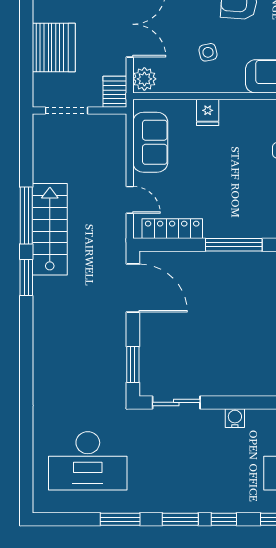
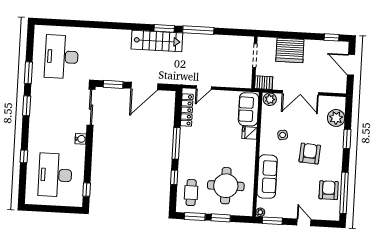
sofa: (150, 142) -> (249, 109), moved, turned 90
stairs: (50, 229) -> (157, 41), moved
door: (133, 288) -> (144, 86), moved
sliding door: (176, 402) -> (91, 107), width x1.37
window: (224, 519) -> (25, 130), removed

